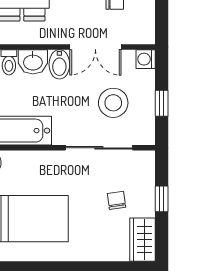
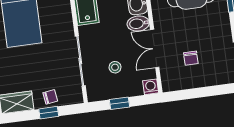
stool: (113, 103) -> (115, 67), width x0.53, depth x0.53
chair: (117, 200) -> (50, 97), moved

